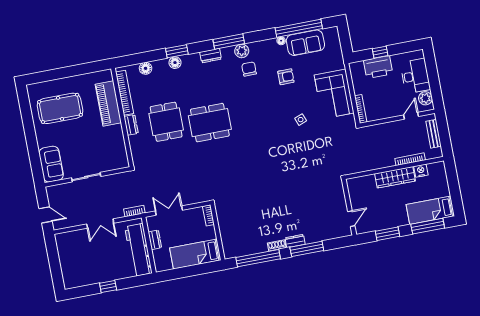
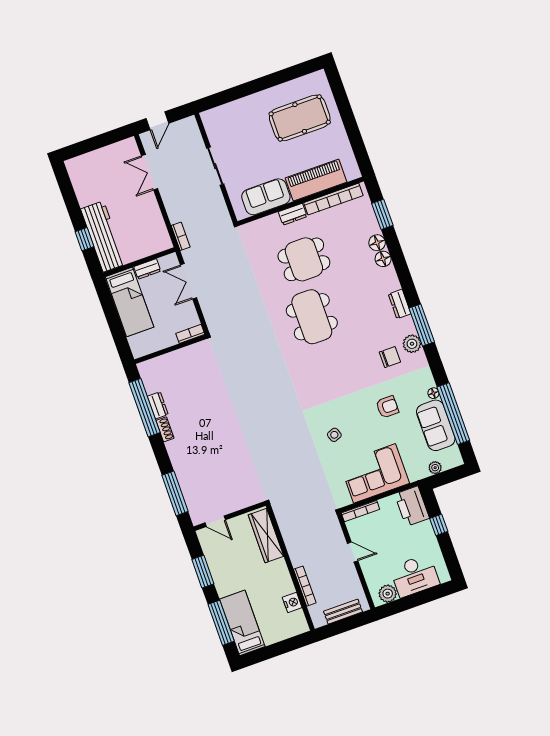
plant: (337, 48) -> (435, 468), added
window: (177, 51) -> (382, 214), moved
printer: (378, 67) -> (412, 506), moved
floor lamp: (146, 68) -> (377, 243), moved
armchair: (286, 77) -> (387, 407), turned -90
pool table: (60, 108) -> (300, 118), turned 90
door: (411, 116) -> (353, 552), moved
sofa: (51, 164) -> (266, 197), moved, turned 180
wardrobe: (395, 177) -> (266, 536), moved
double door: (169, 211) -> (188, 281), swing flipped
double door: (100, 224) -> (150, 172), moved
dresser: (295, 241) -> (158, 405), moved
window: (307, 249) -> (175, 493), moved
workbench: (138, 250) -> (103, 236), moved, turned 90
bed: (195, 254) -> (130, 302), moved, turned 180
window: (108, 286) -> (84, 239), moved

